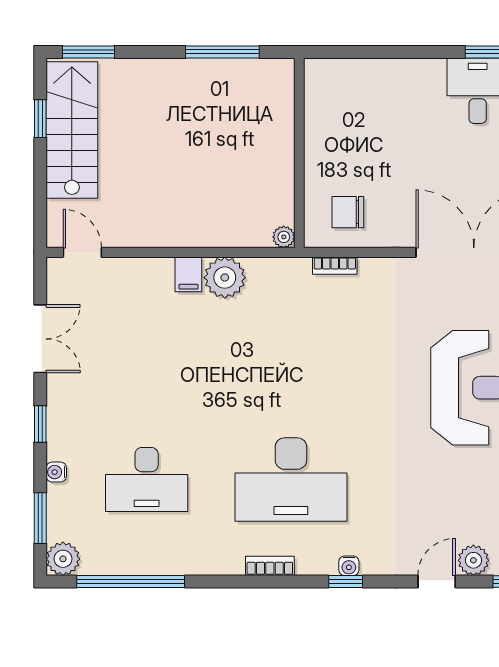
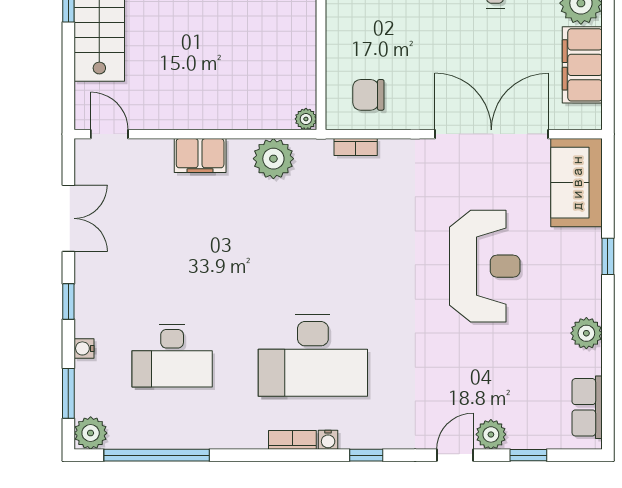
filing cabinet: (188, 274) -> (200, 156), width x2.00
plant: (225, 278) -> (273, 159), moved
water cooler: (349, 566) -> (328, 440), moved

